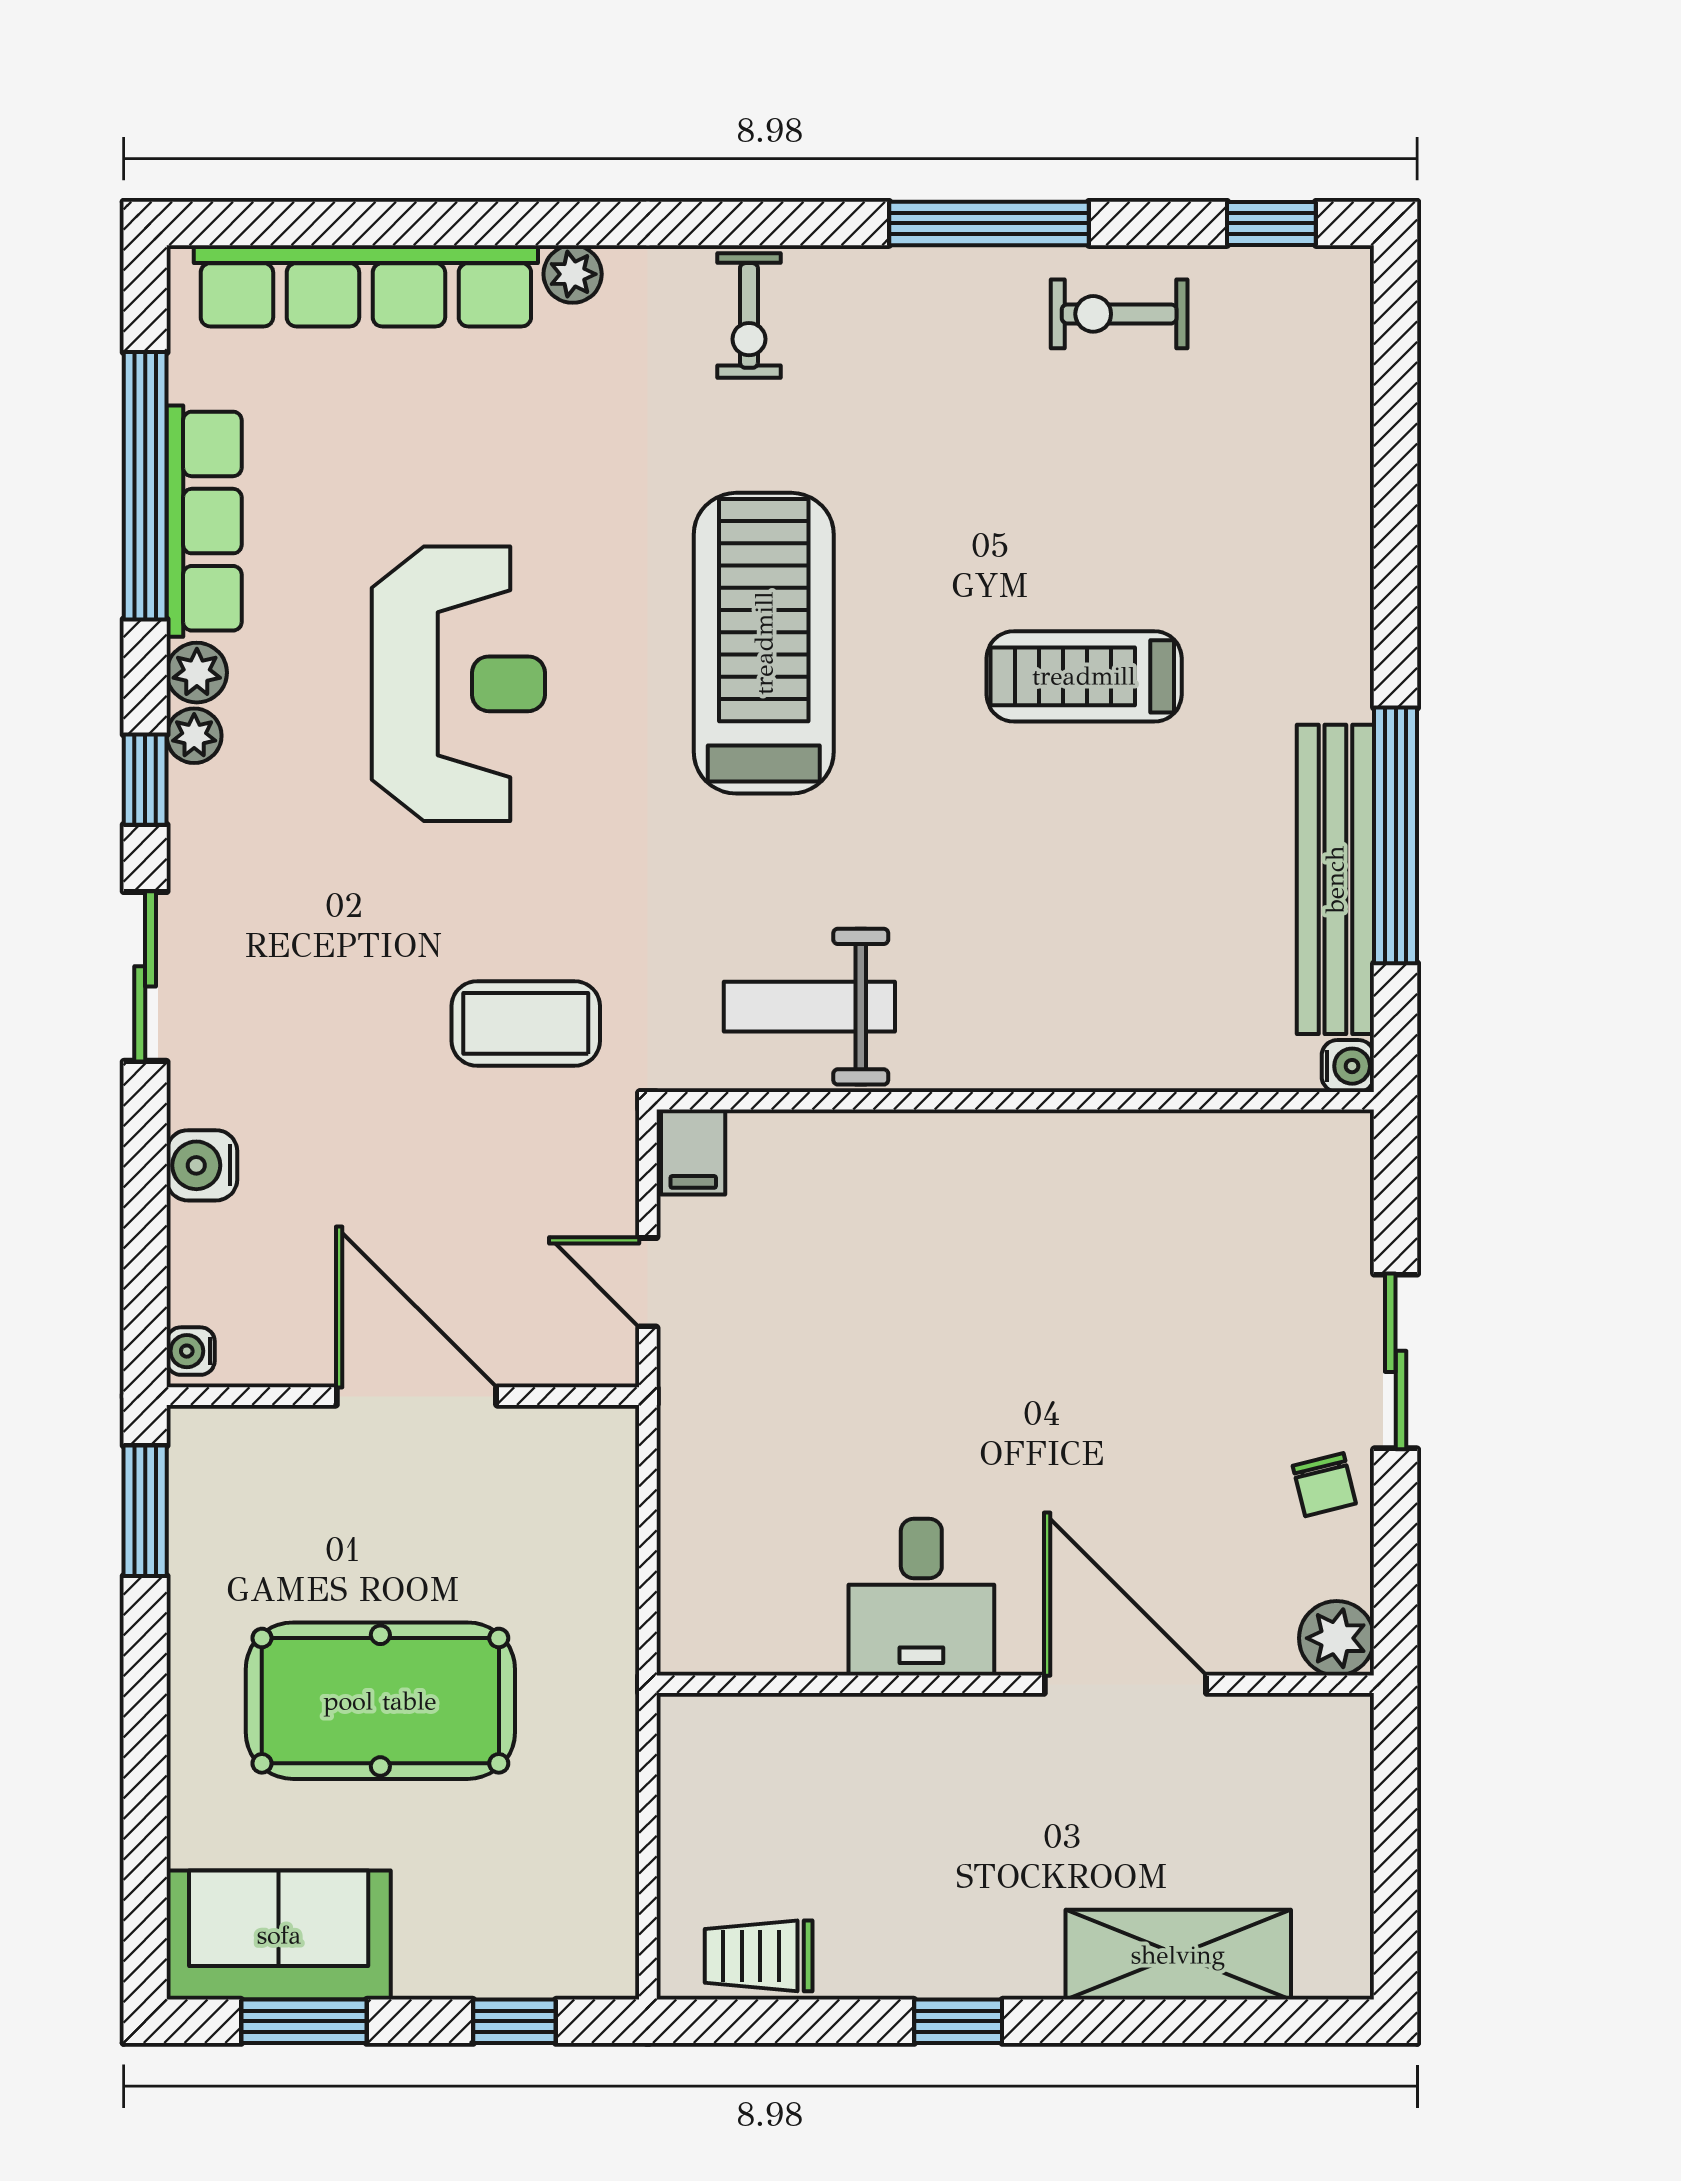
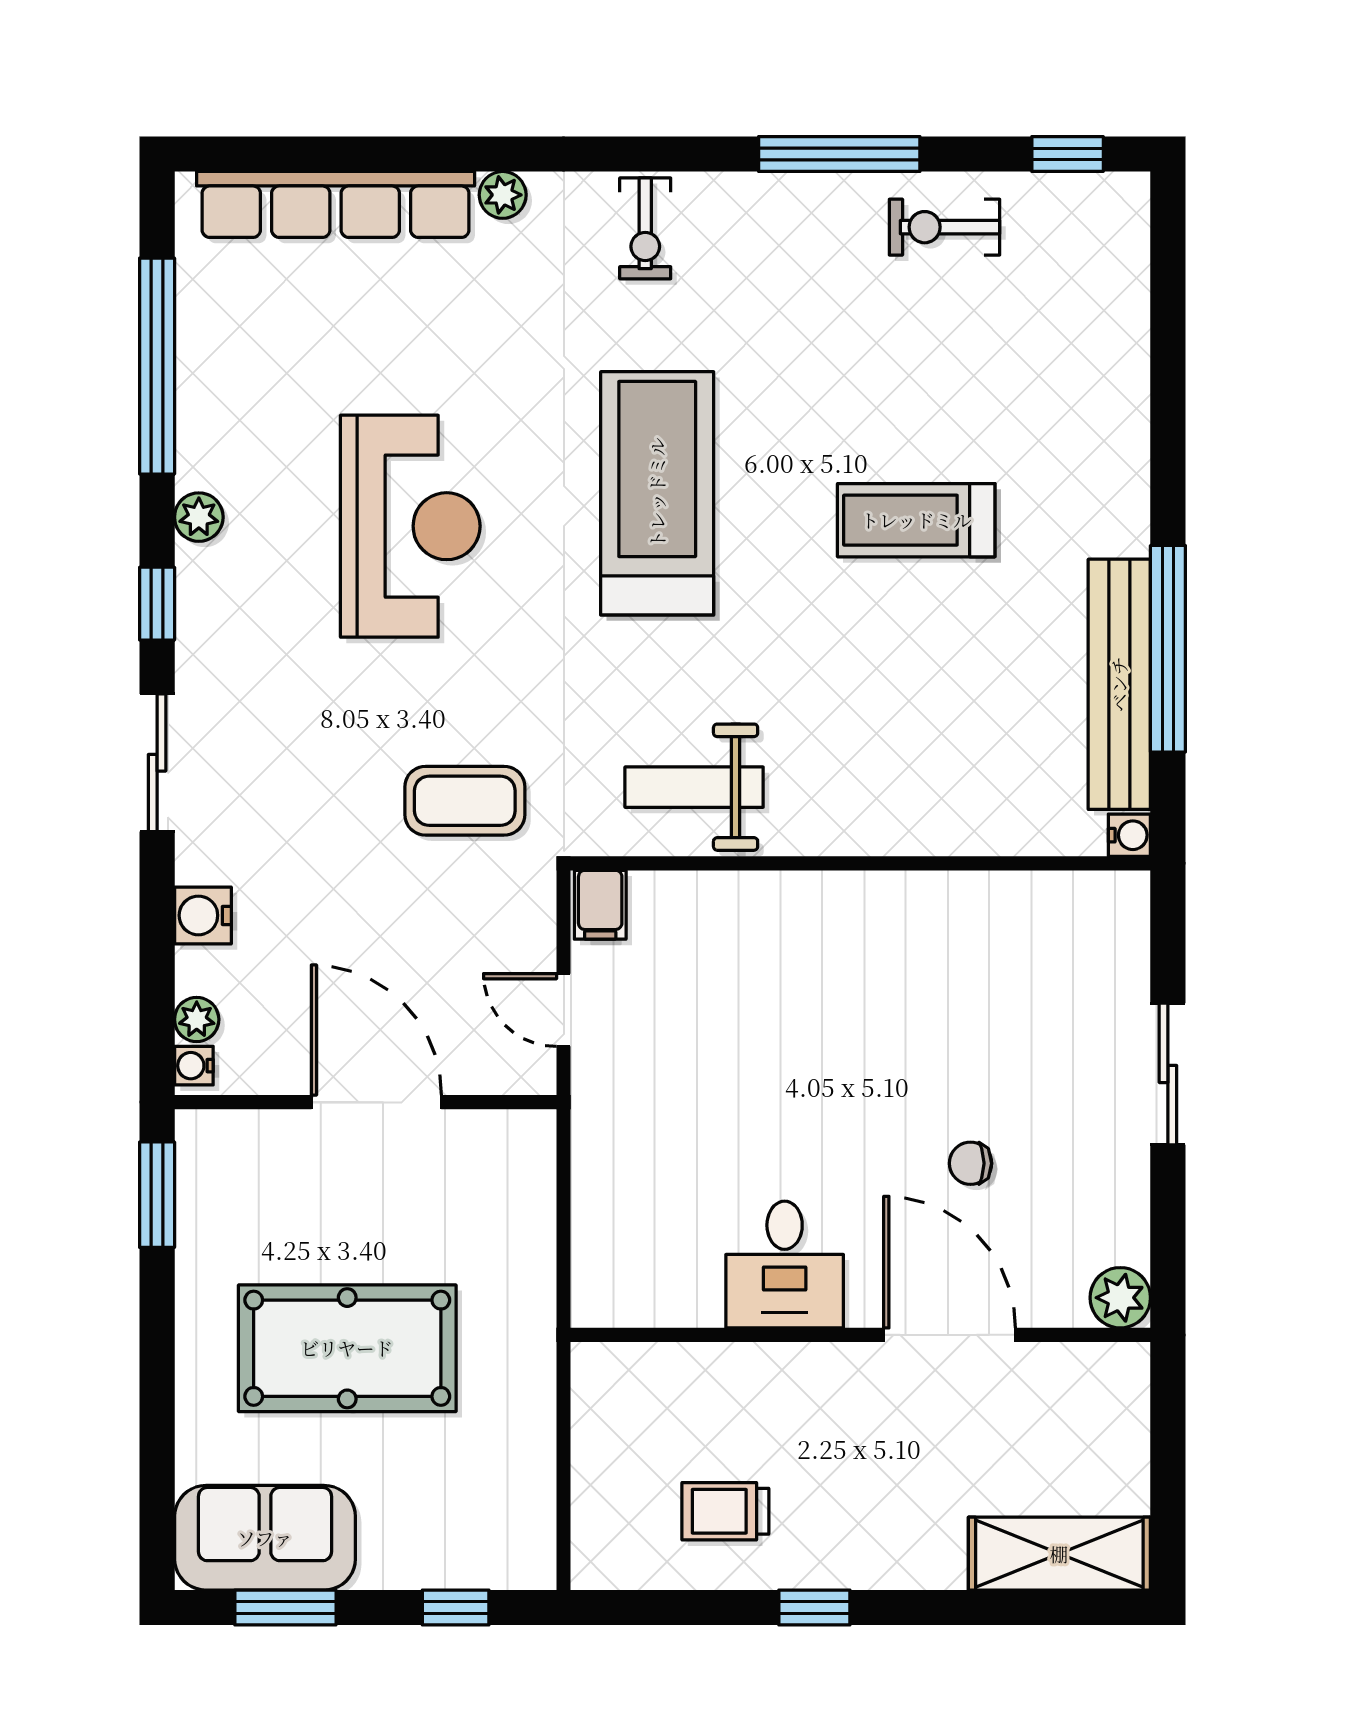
row of seats: (204, 521) -> (205, 395), removed
plant: (194, 736) -> (197, 1019), moved
chair: (1324, 1485) -> (971, 1163), moved, turned 104
shelving: (1178, 1955) -> (1059, 1554), moved
trolley: (759, 1956) -> (725, 1511), moved

